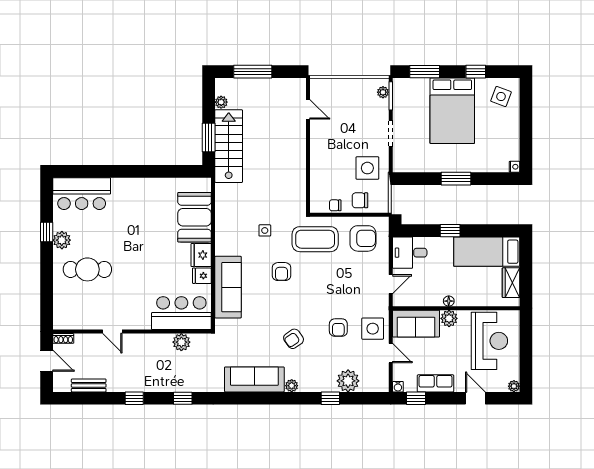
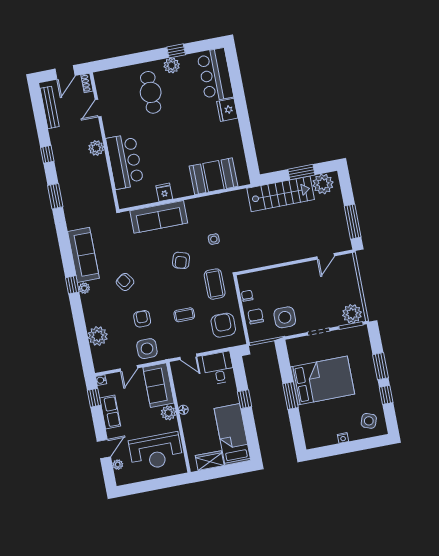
window: (253, 72) -> (353, 222), moved
window: (425, 72) -> (381, 366), moved
plant: (383, 92) -> (352, 314), width x1.88, depth x1.88
plant: (221, 102) -> (323, 184), width x1.87, depth x1.87
bed: (452, 111) -> (323, 380), moved, turned 180
window: (209, 138) -> (301, 172), moved
nightstand: (515, 167) -> (343, 438), moved
armchair: (363, 238) -> (223, 325), turned 180
coffee table: (315, 239) -> (215, 284), width x0.73, depth x0.76
fridge: (201, 255) -> (227, 110), moved, turned -90
armchair: (282, 272) -> (181, 260), turned -73
coffee table: (343, 280) -> (184, 315), added
bar counter: (181, 313) -> (125, 161), moved
armchair: (338, 328) -> (142, 319), turned 90
door: (112, 332) -> (98, 108), moved
plant: (181, 342) -> (96, 148), moved
bench: (89, 385) -> (50, 107), width x1.36
plant: (514, 386) -> (118, 465), moved
window: (183, 398) -> (55, 196), width x1.50
window: (330, 398) -> (72, 285), moved

